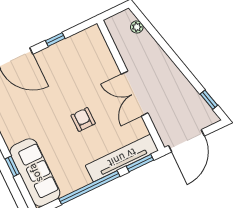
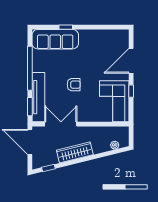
corner sofa: (79, 55) -> (114, 101), added
wardrobe: (172, 75) -> (75, 152), added
double door: (135, 94) -> (61, 124), moved

